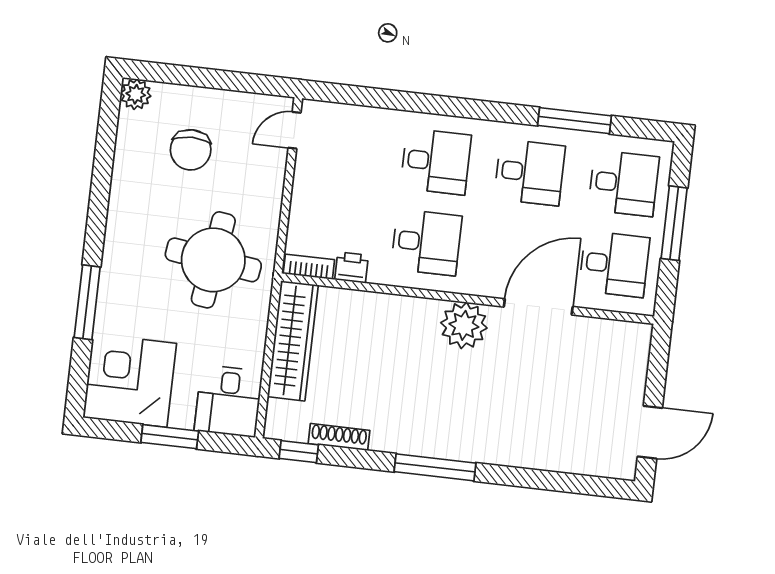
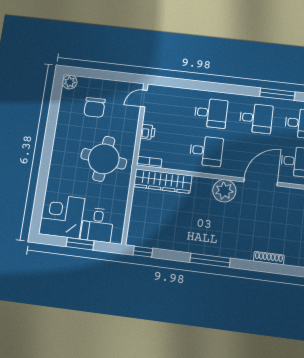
printer: (352, 267) -> (148, 132), moved, turned 90
window: (87, 302) -> (43, 179), removed
wardrobe: (293, 341) -> (163, 181), moved, turned 90
desk: (228, 401) -> (97, 225), moved
shoe rack: (339, 437) -> (269, 258), moved

